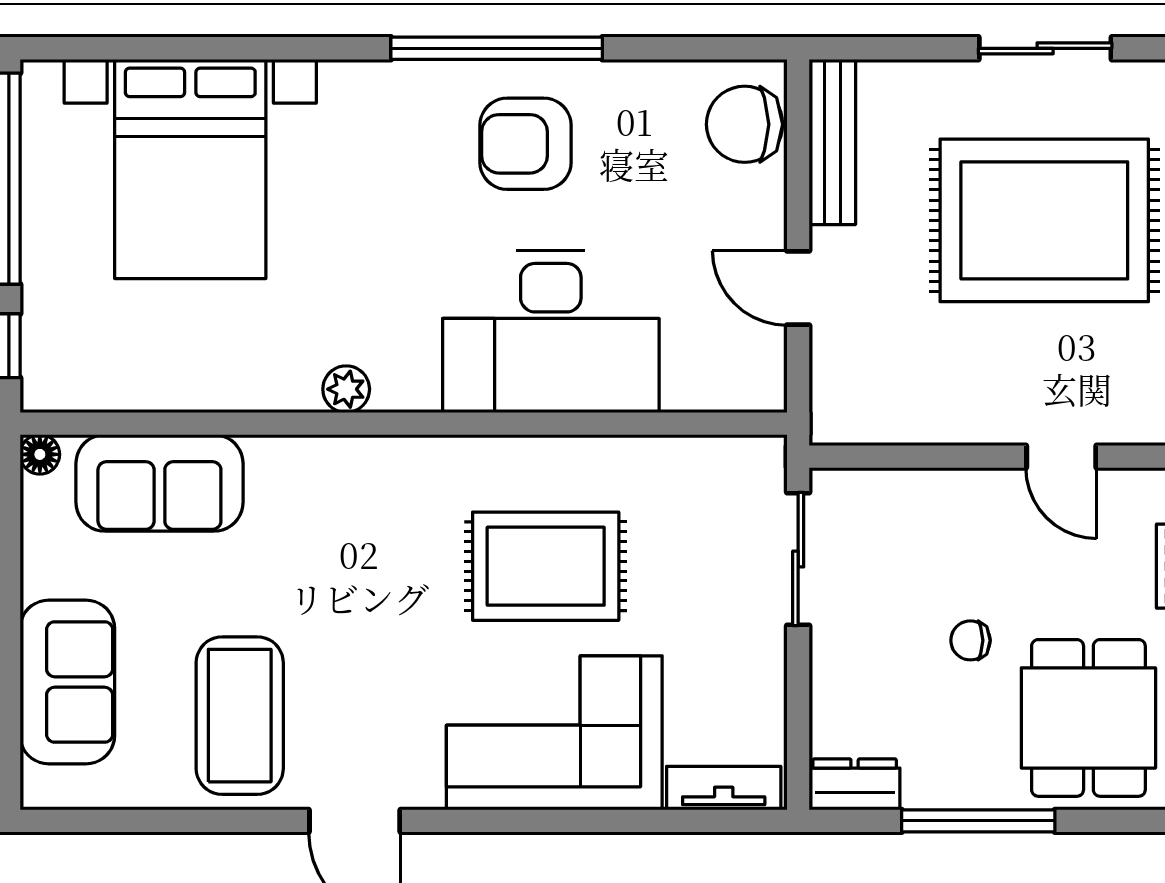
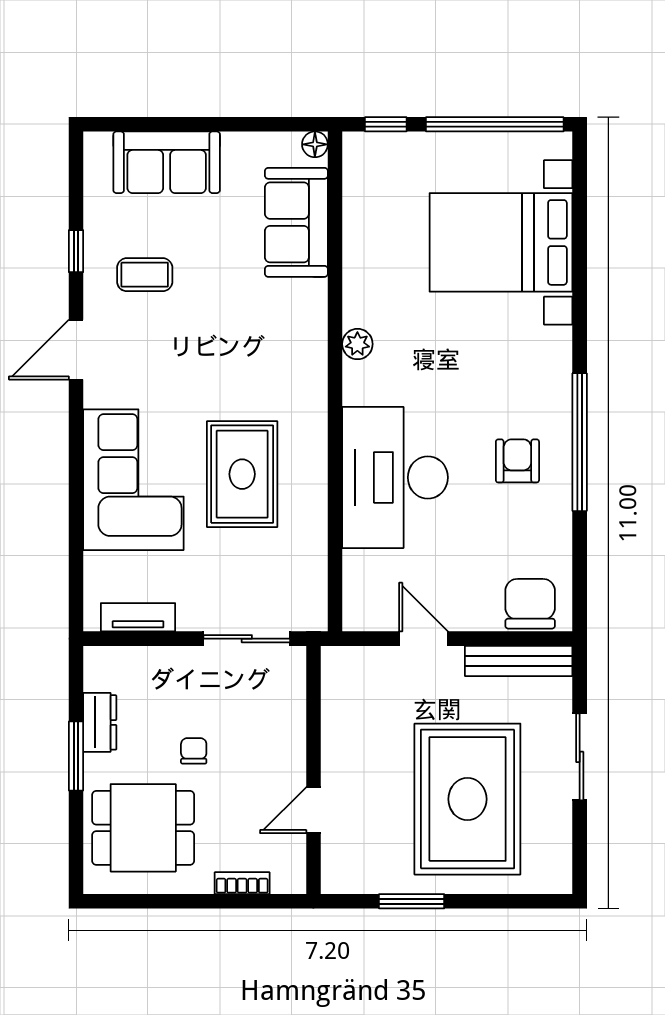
sliding door: (1045, 48) -> (580, 757), moved
armchair: (525, 144) -> (517, 461), width x0.72, depth x0.72
door: (798, 288) -> (423, 639), hinge flipped
coffee table: (240, 716) -> (145, 275), width x0.54, depth x0.58
dresser: (855, 784) -> (100, 722), moved
tv unit: (724, 788) -> (138, 617), moved, turned -90
window: (204, 821) -> (76, 251), added
window: (978, 821) -> (76, 756), width x0.69

